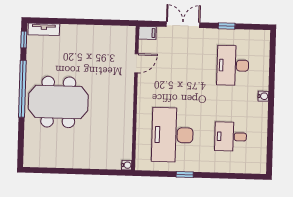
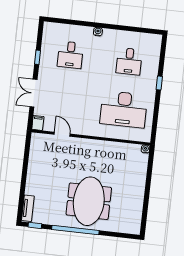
desk: (233, 65) -> (70, 55), width x0.73
window: (185, 175) -> (159, 83), moved

